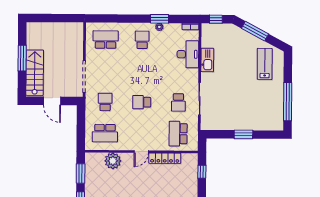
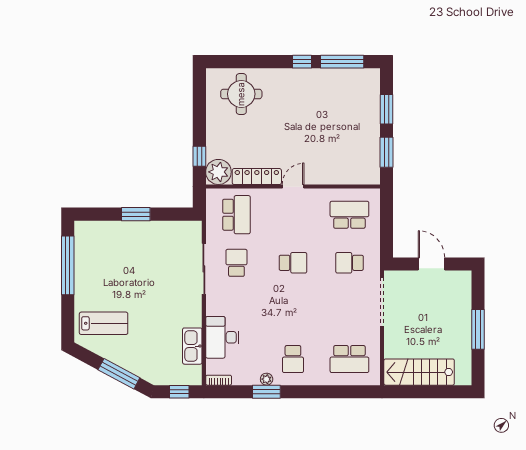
kitchen sink: (207, 60) -> (192, 346), moved
lab bench: (265, 64) -> (104, 323), turned -90
stairs: (35, 73) -> (419, 372), moved, turned 90
school desk: (105, 102) -> (349, 263), turned 90
plant: (113, 161) -> (218, 172), moved

